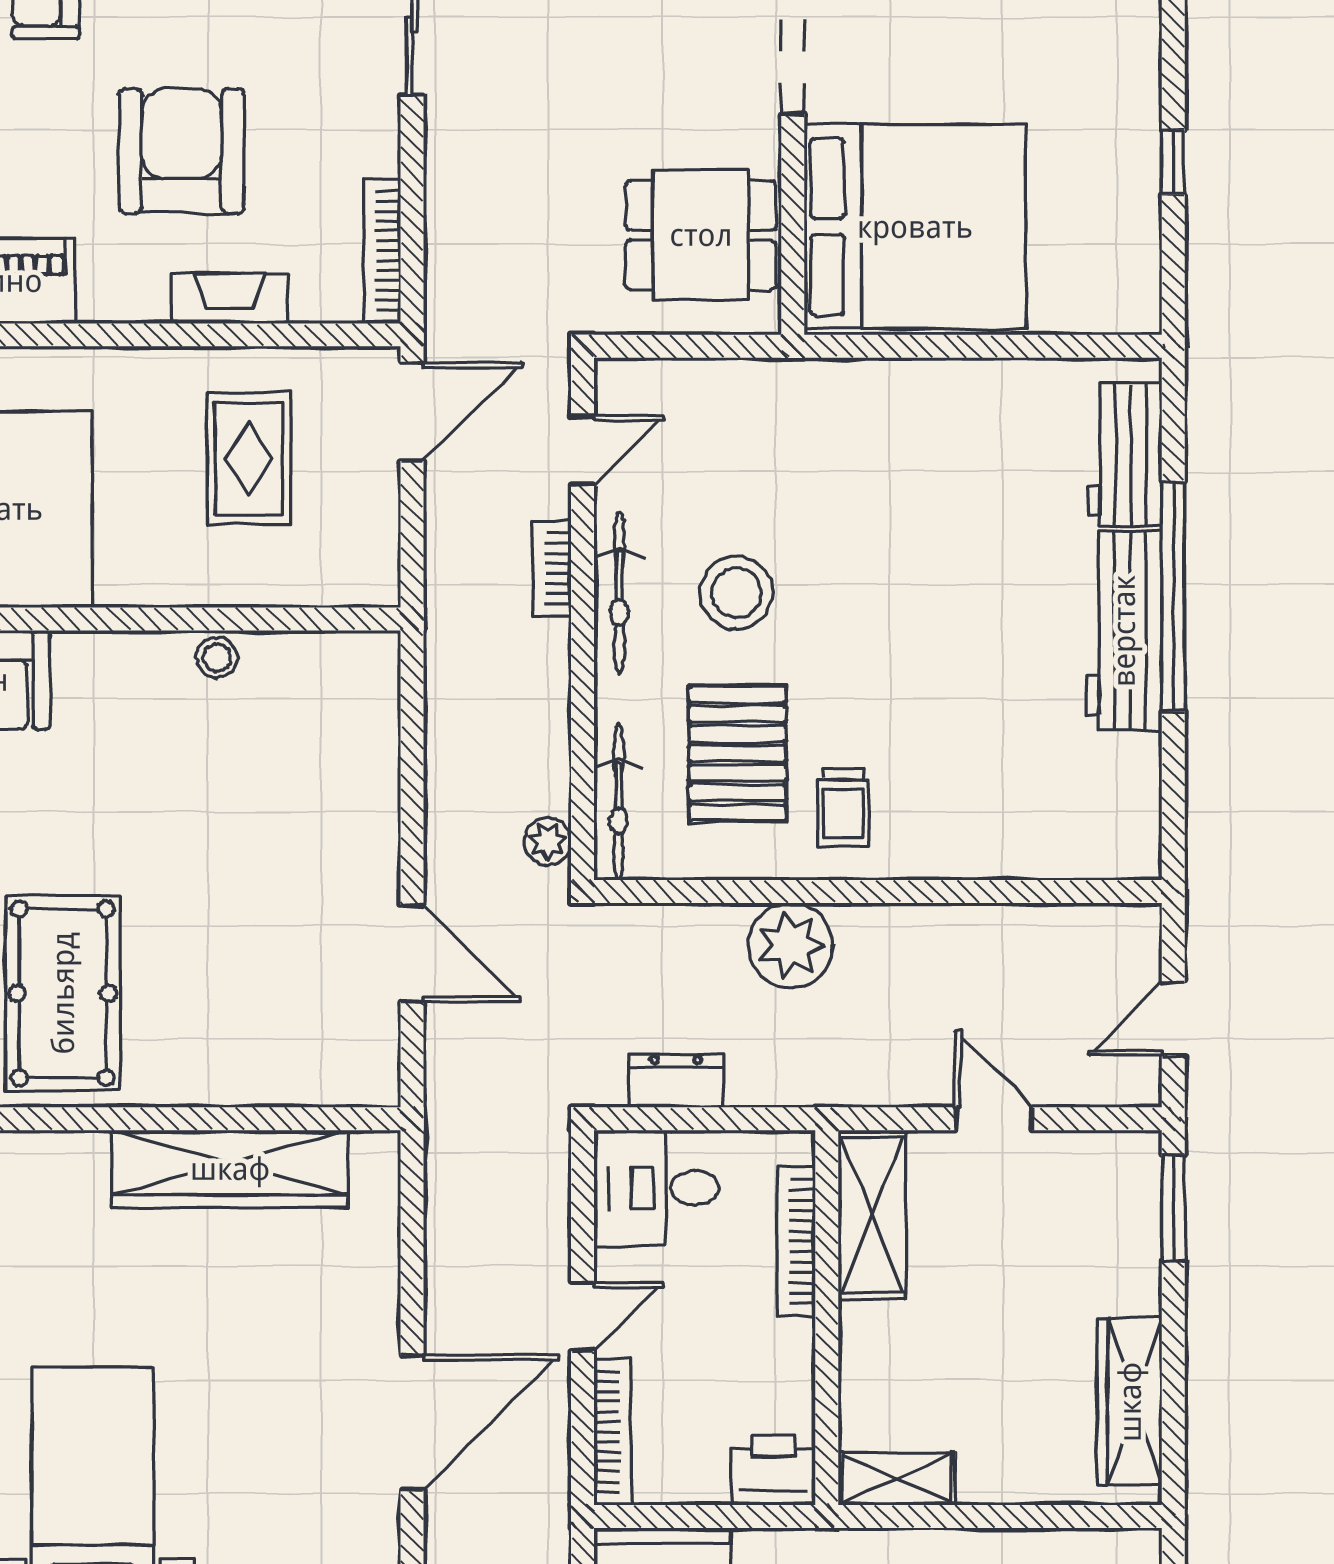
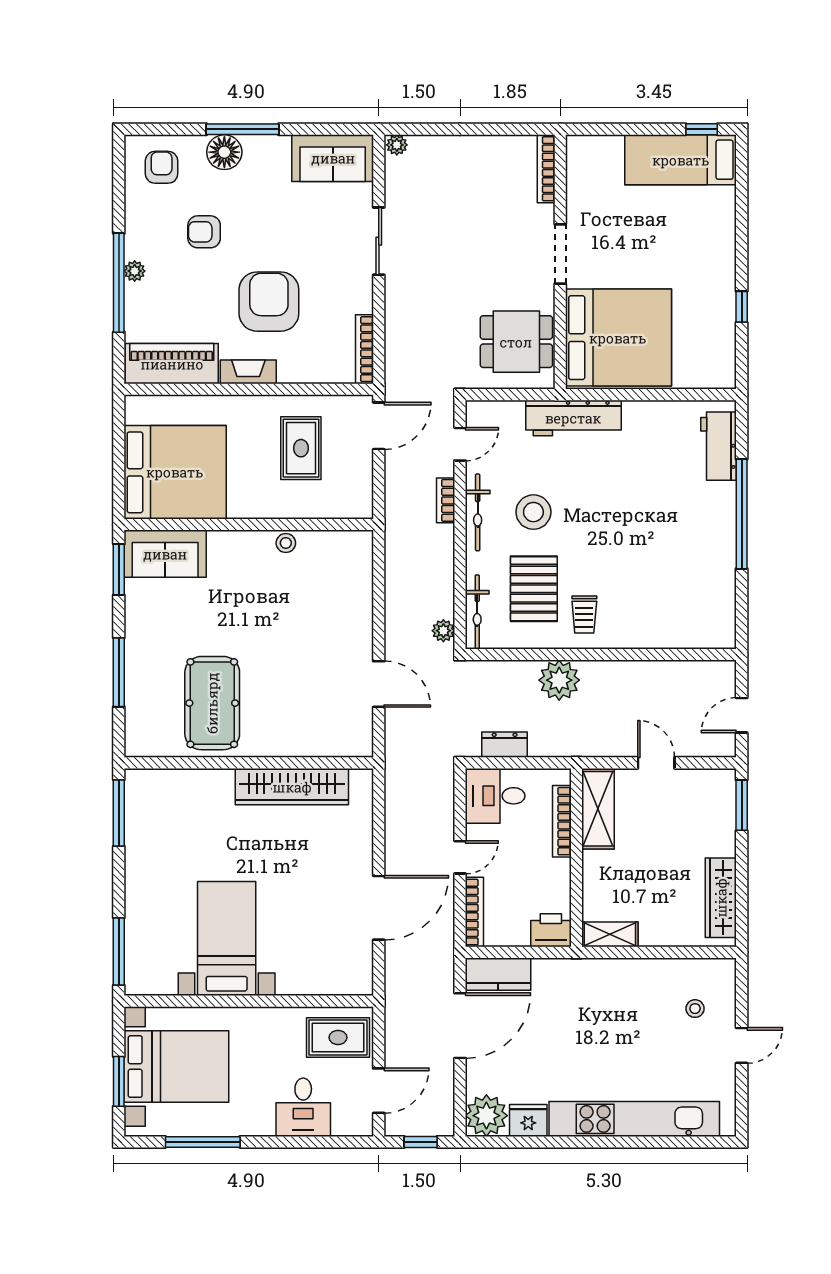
fireplace: (230, 299) -> (248, 372), moved
workbench: (1124, 631) -> (573, 418), moved, turned -90

